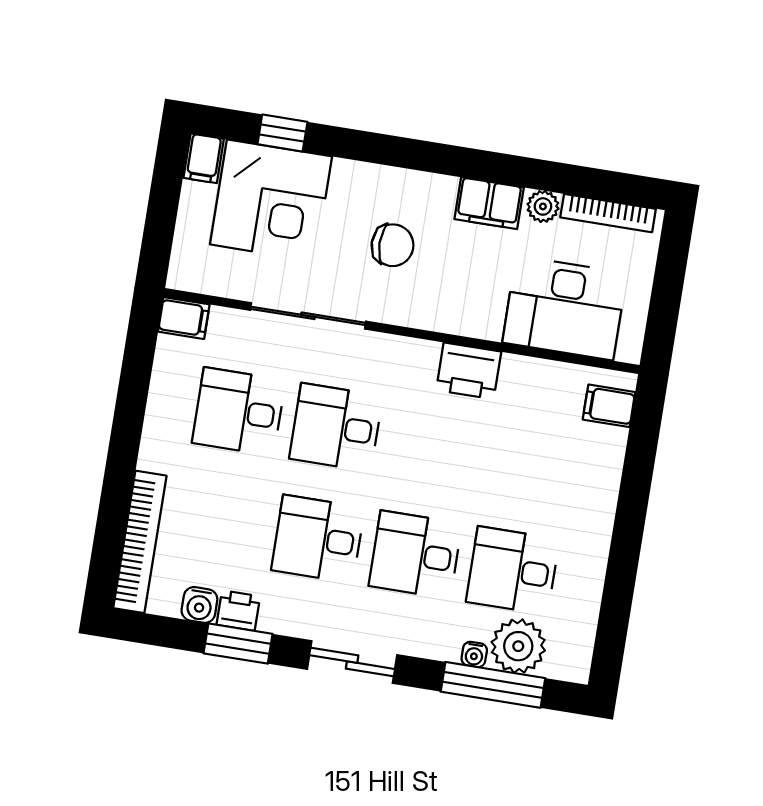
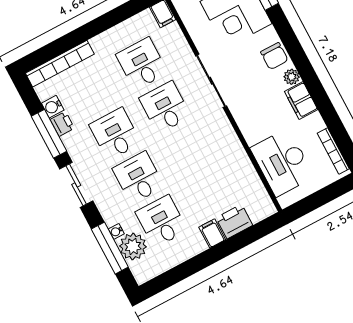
plant: (543, 206) -> (292, 77), moved
chair: (393, 245) -> (274, 56), moved
sliding door: (308, 316) -> (211, 81), moved
printer: (469, 371) -> (234, 221), moved, turned 90
filing cabinet: (609, 406) -> (212, 233), moved
window: (238, 644) -> (49, 134), width x1.44

